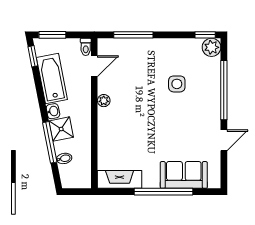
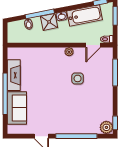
door: (94, 66) -> (93, 45), hinge flipped
side table: (177, 84) -> (78, 78), moved
fireplace: (120, 179) -> (14, 75), moved

